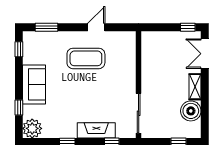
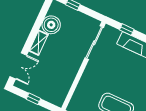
window: (188, 27) -> (33, 99), moved

